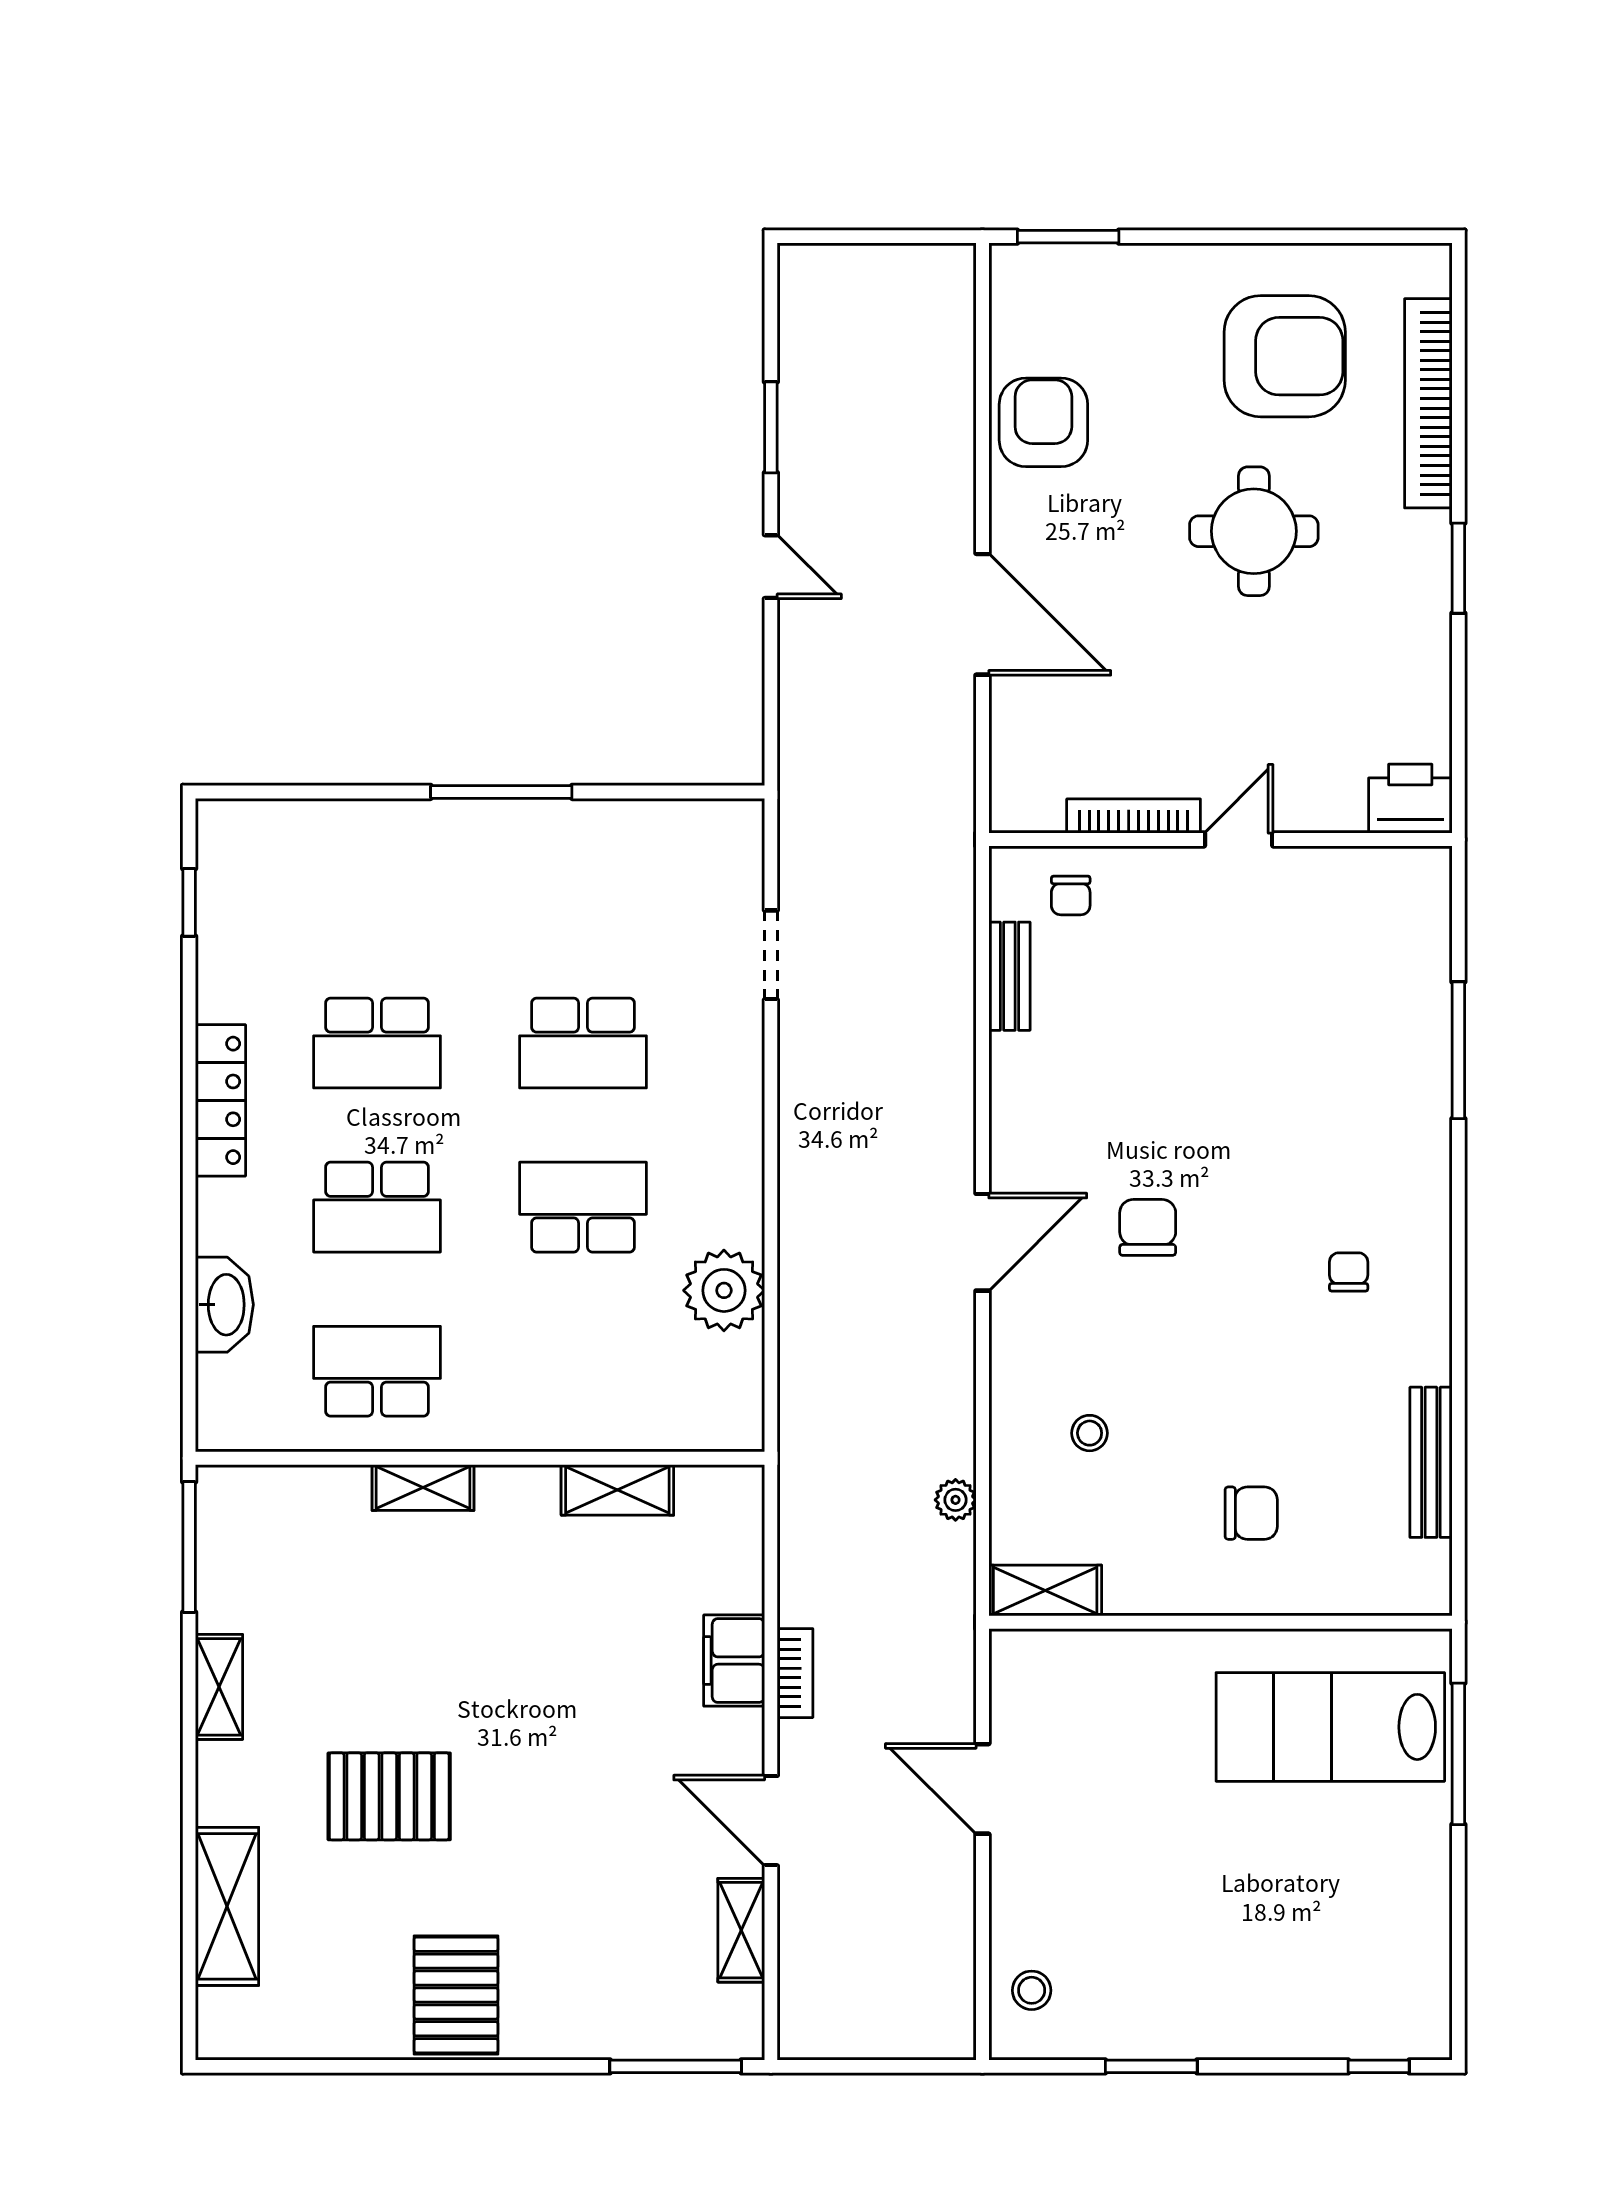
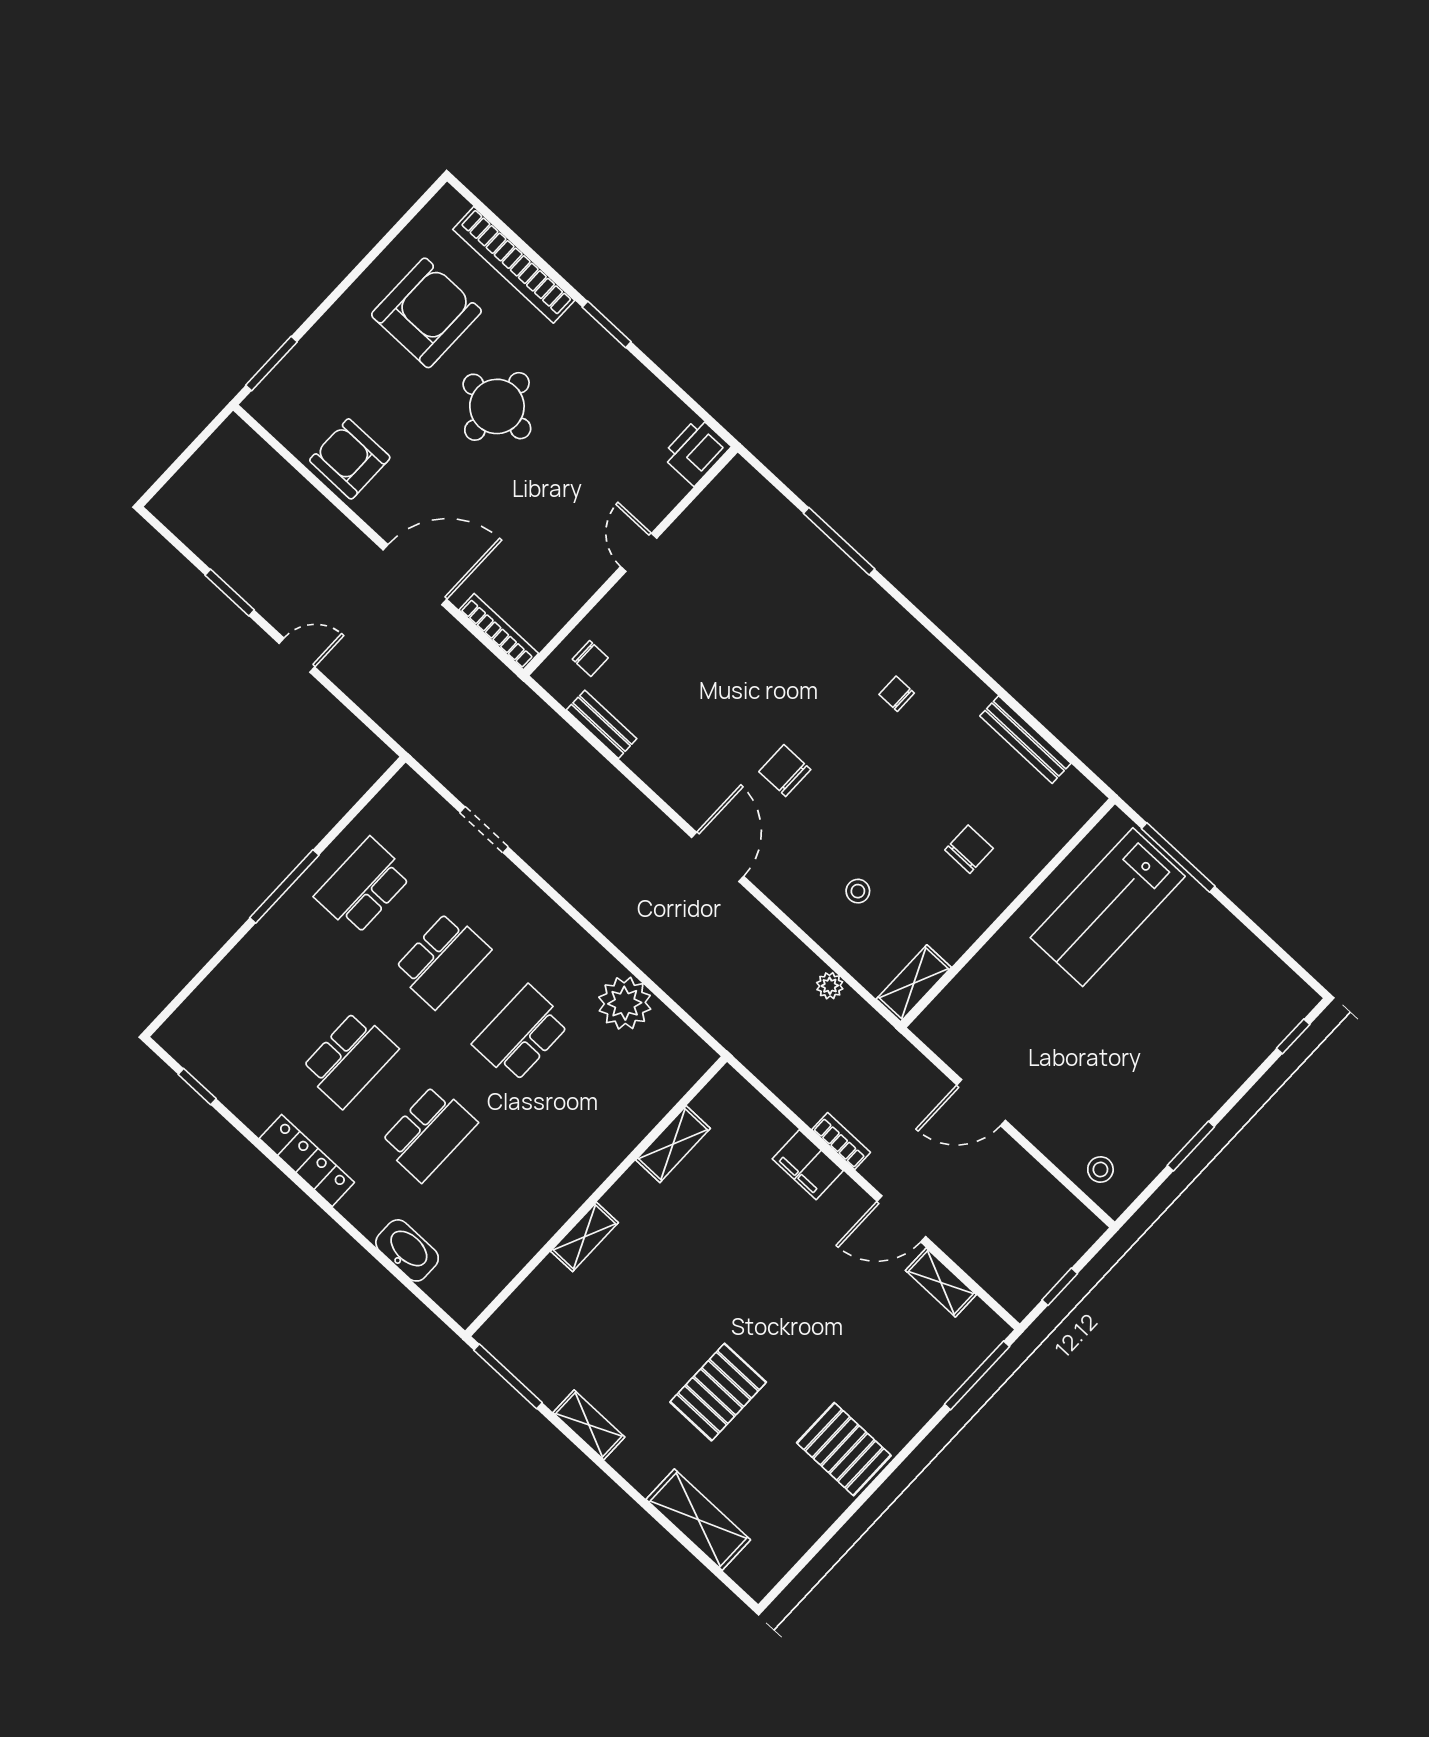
bookcase: (1134, 816) -> (499, 632), moved, turned 90
school desk: (377, 1371) -> (363, 886), moved
window: (859, 2066) -> (1060, 1287), added

